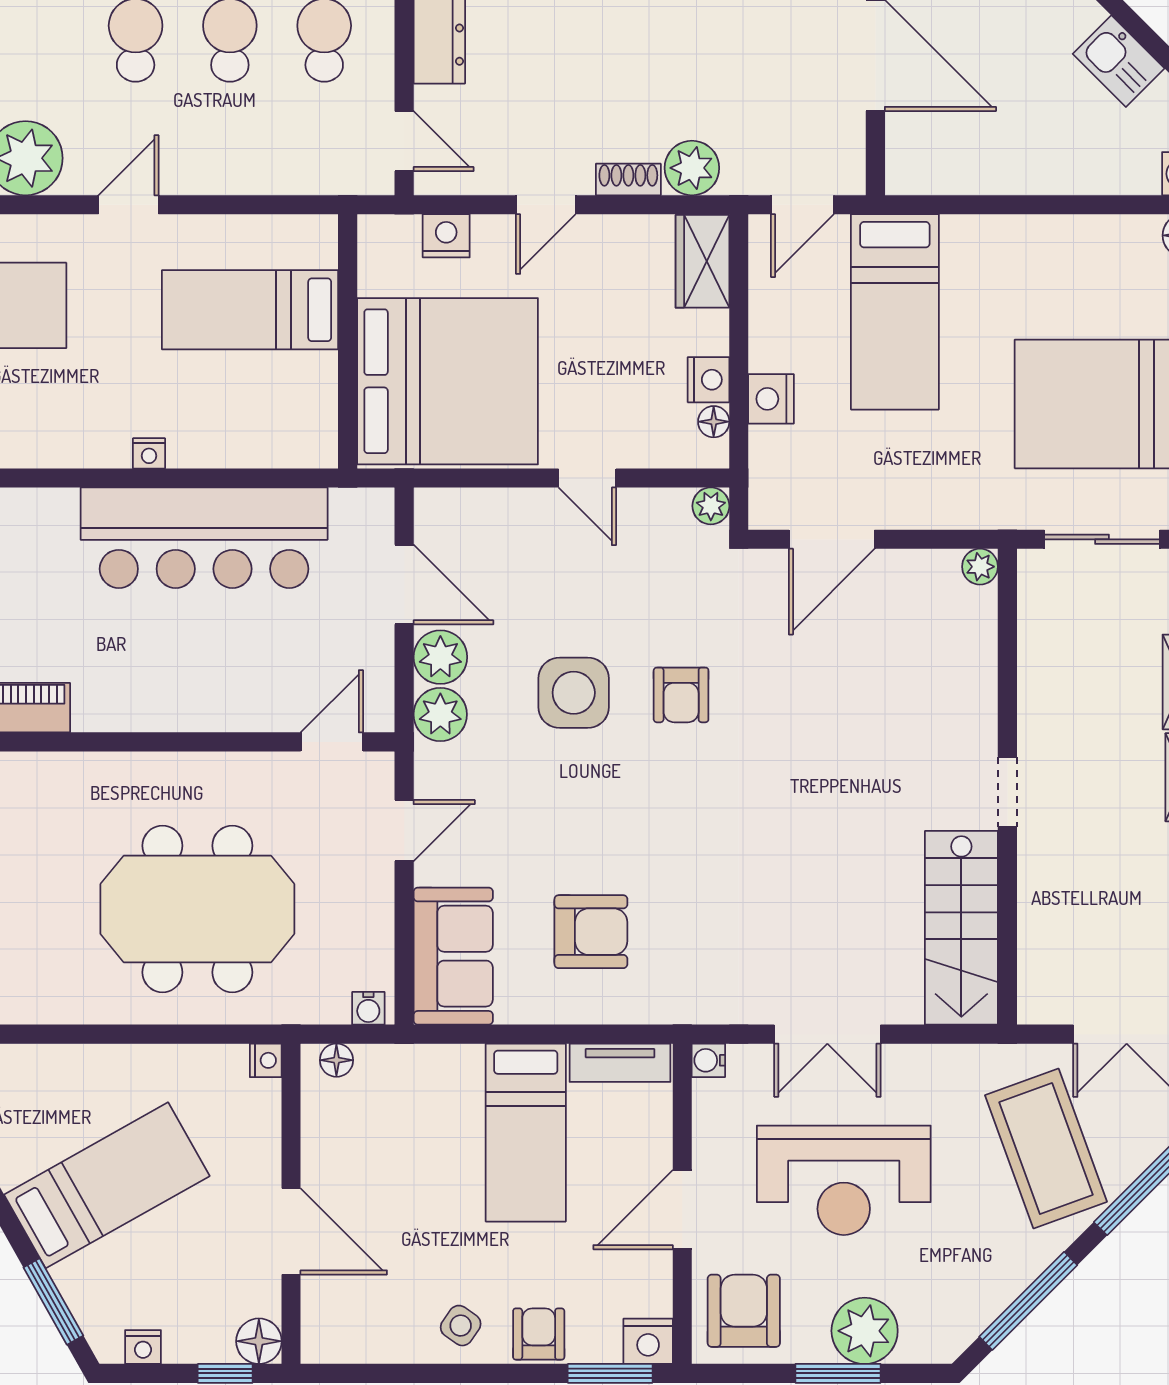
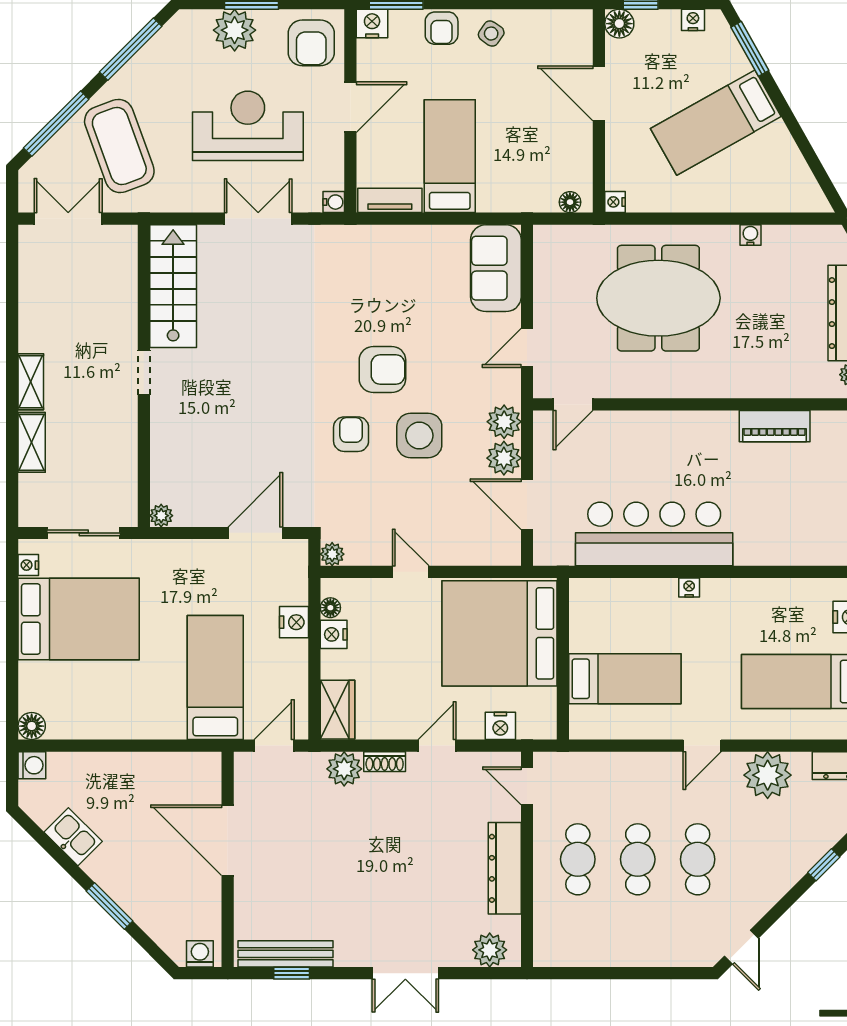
armchair: (591, 932) -> (382, 369), moved, turned 180
water cooler: (368, 1008) -> (750, 235), moved

